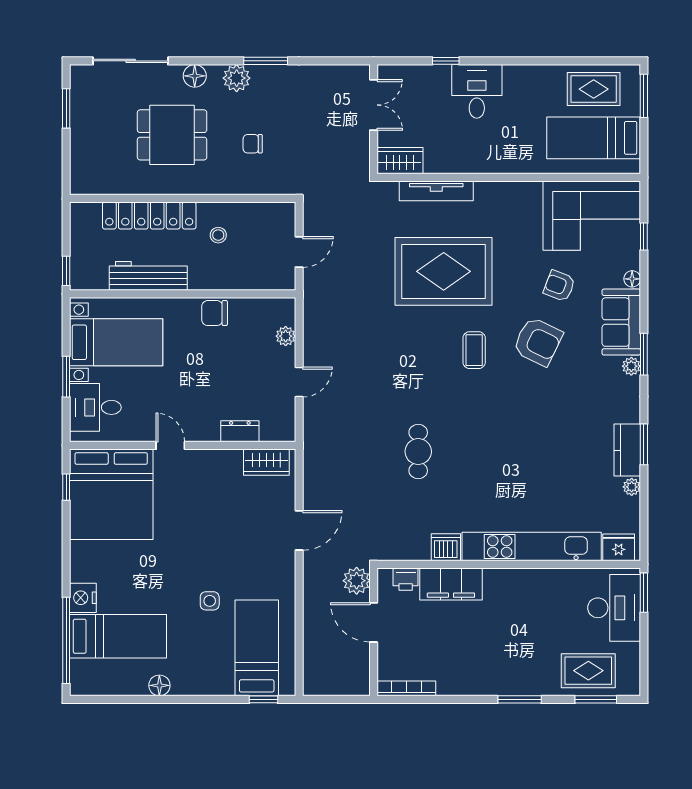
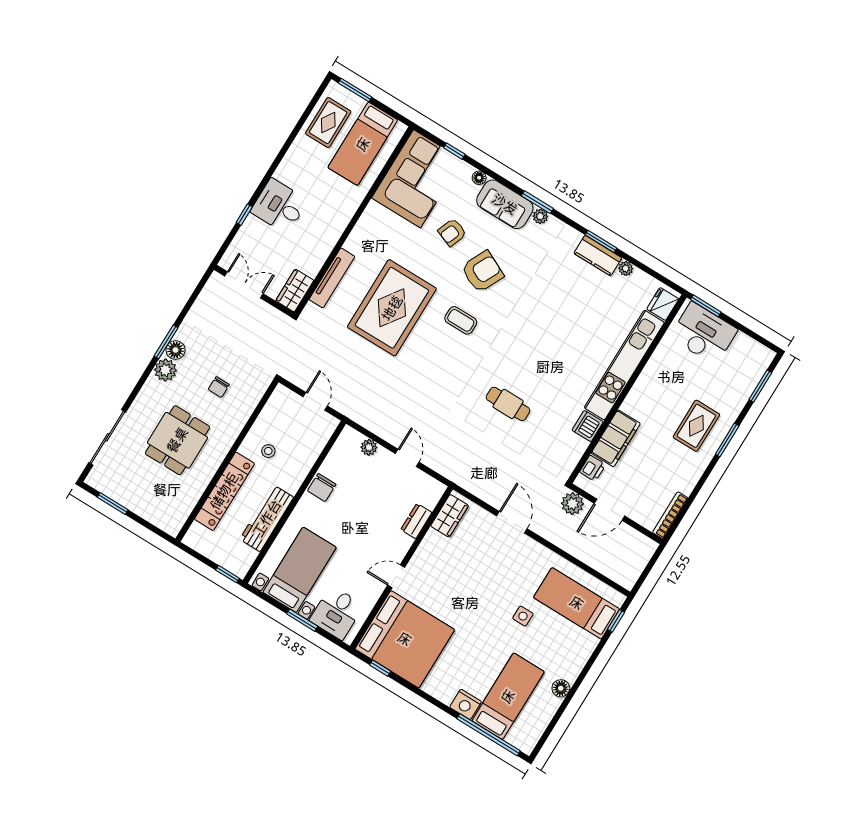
floor lamp: (195, 76) -> (176, 350), moved
rug: (588, 671) -> (696, 426), moved

